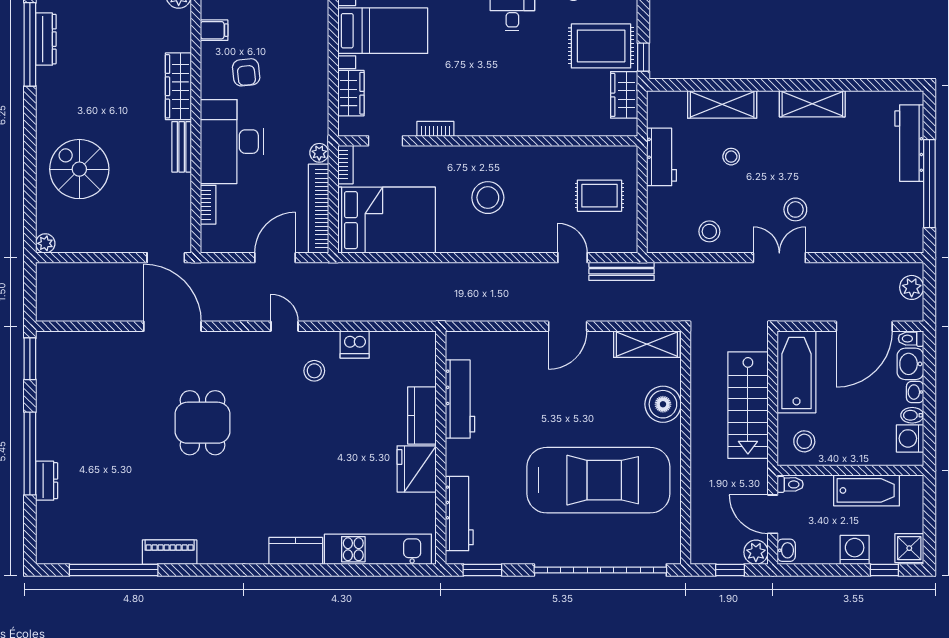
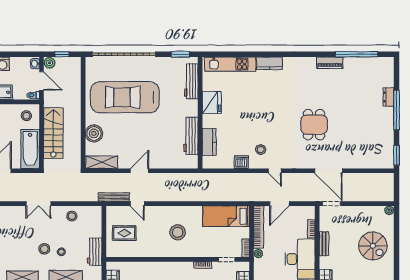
bench: (182, 147) -> (324, 244), moved
stool: (795, 209) -> (44, 249), moved
bed: (387, 220) -> (226, 216), width x0.67
kitchen counter: (422, 415) -> (209, 142), moved

